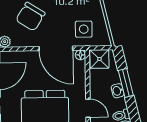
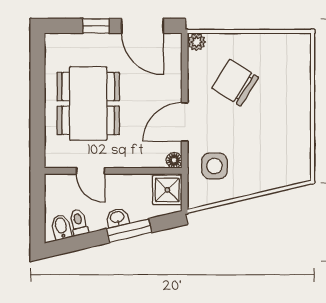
door: (56, 48) -> (185, 122), width x0.73
door: (88, 108) -> (91, 171), hinge flipped

